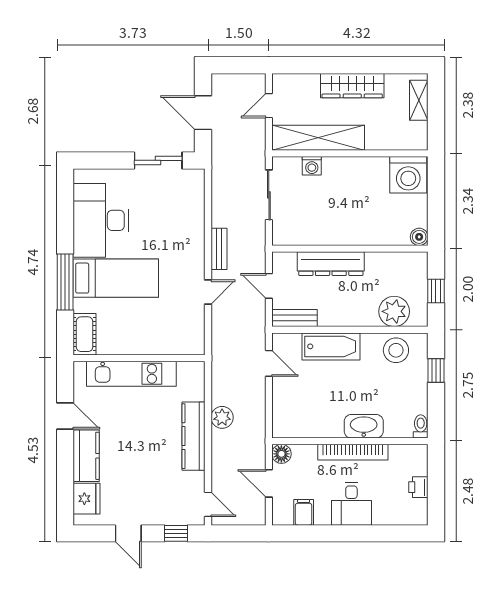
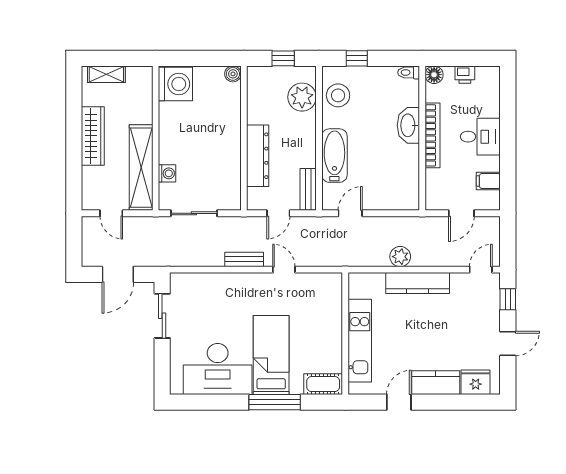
floor lamp: (281, 454) -> (434, 75), moved

